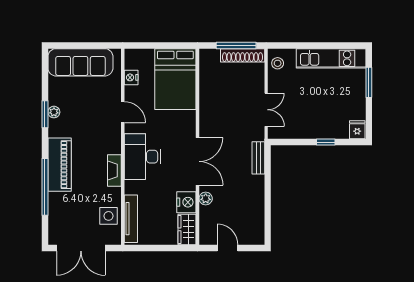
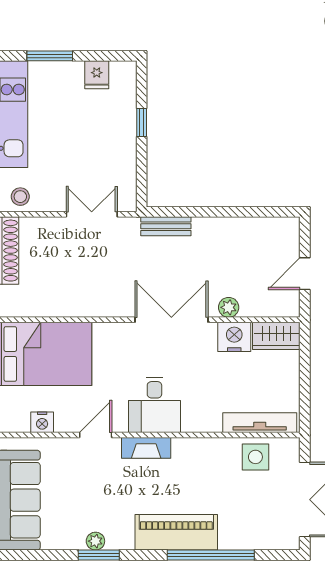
fridge: (357, 130) -> (97, 75), moved, turned -90
desk: (142, 157) -> (154, 405), width x0.73
fireplace: (114, 171) -> (146, 448), moved

